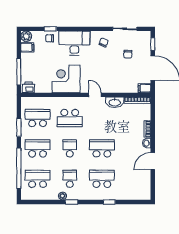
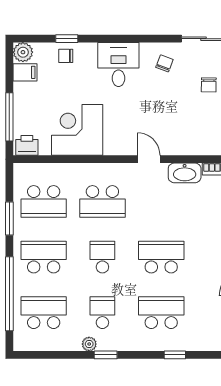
desk: (74, 43) -> (118, 65), width x0.73
corner desk: (66, 79) -> (77, 130), moved
school desk: (38, 118) -> (44, 201), turned 180

